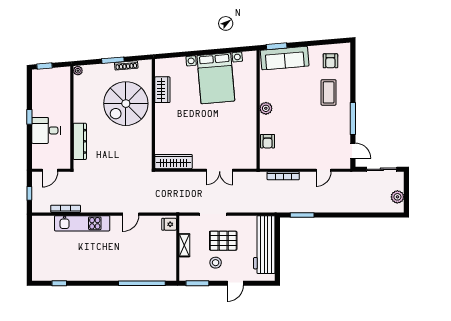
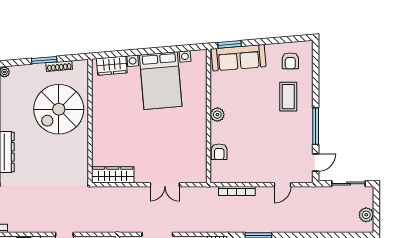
wardrobe: (162, 90) -> (112, 66), moved, turned 85
door: (353, 151) -> (316, 163), hinge flipped

